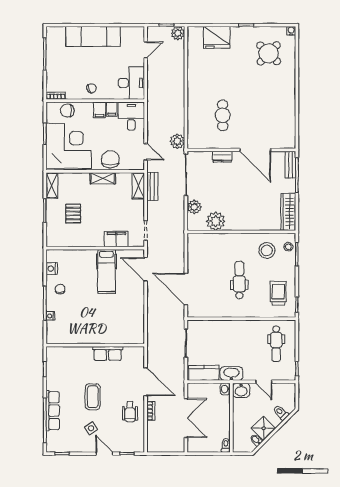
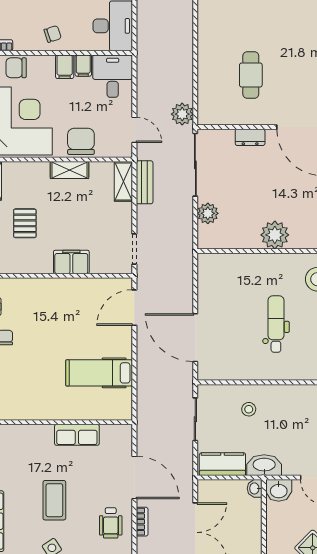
plant: (216, 221) -> (275, 235), moved
filing cabinet: (116, 239) -> (71, 262), moved
door: (146, 269) -> (134, 308), hinge flipped
hospital bed: (106, 271) -> (99, 373), moved, turned 90
stool: (221, 337) -> (249, 409), added

